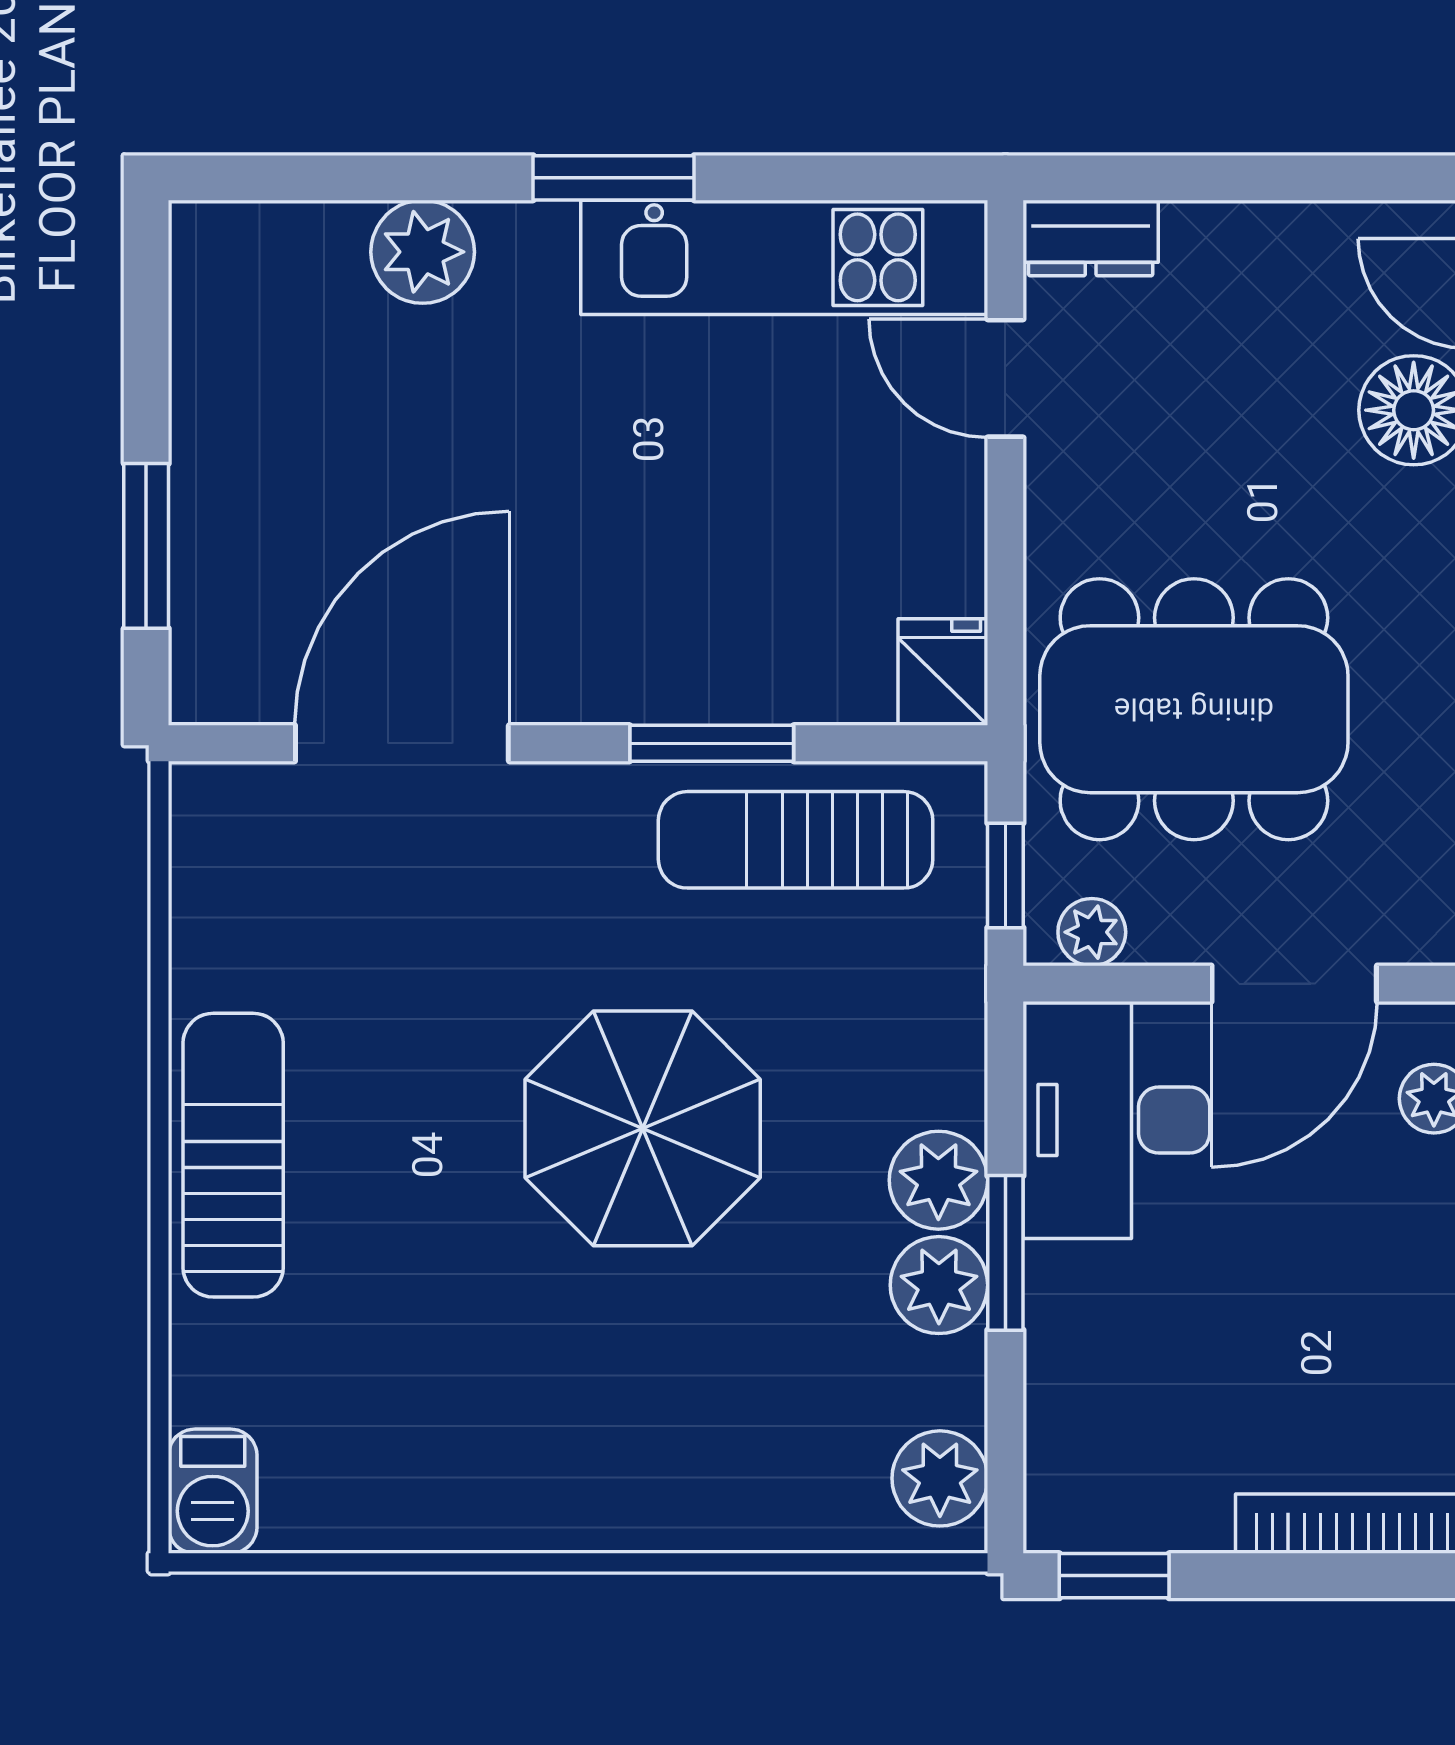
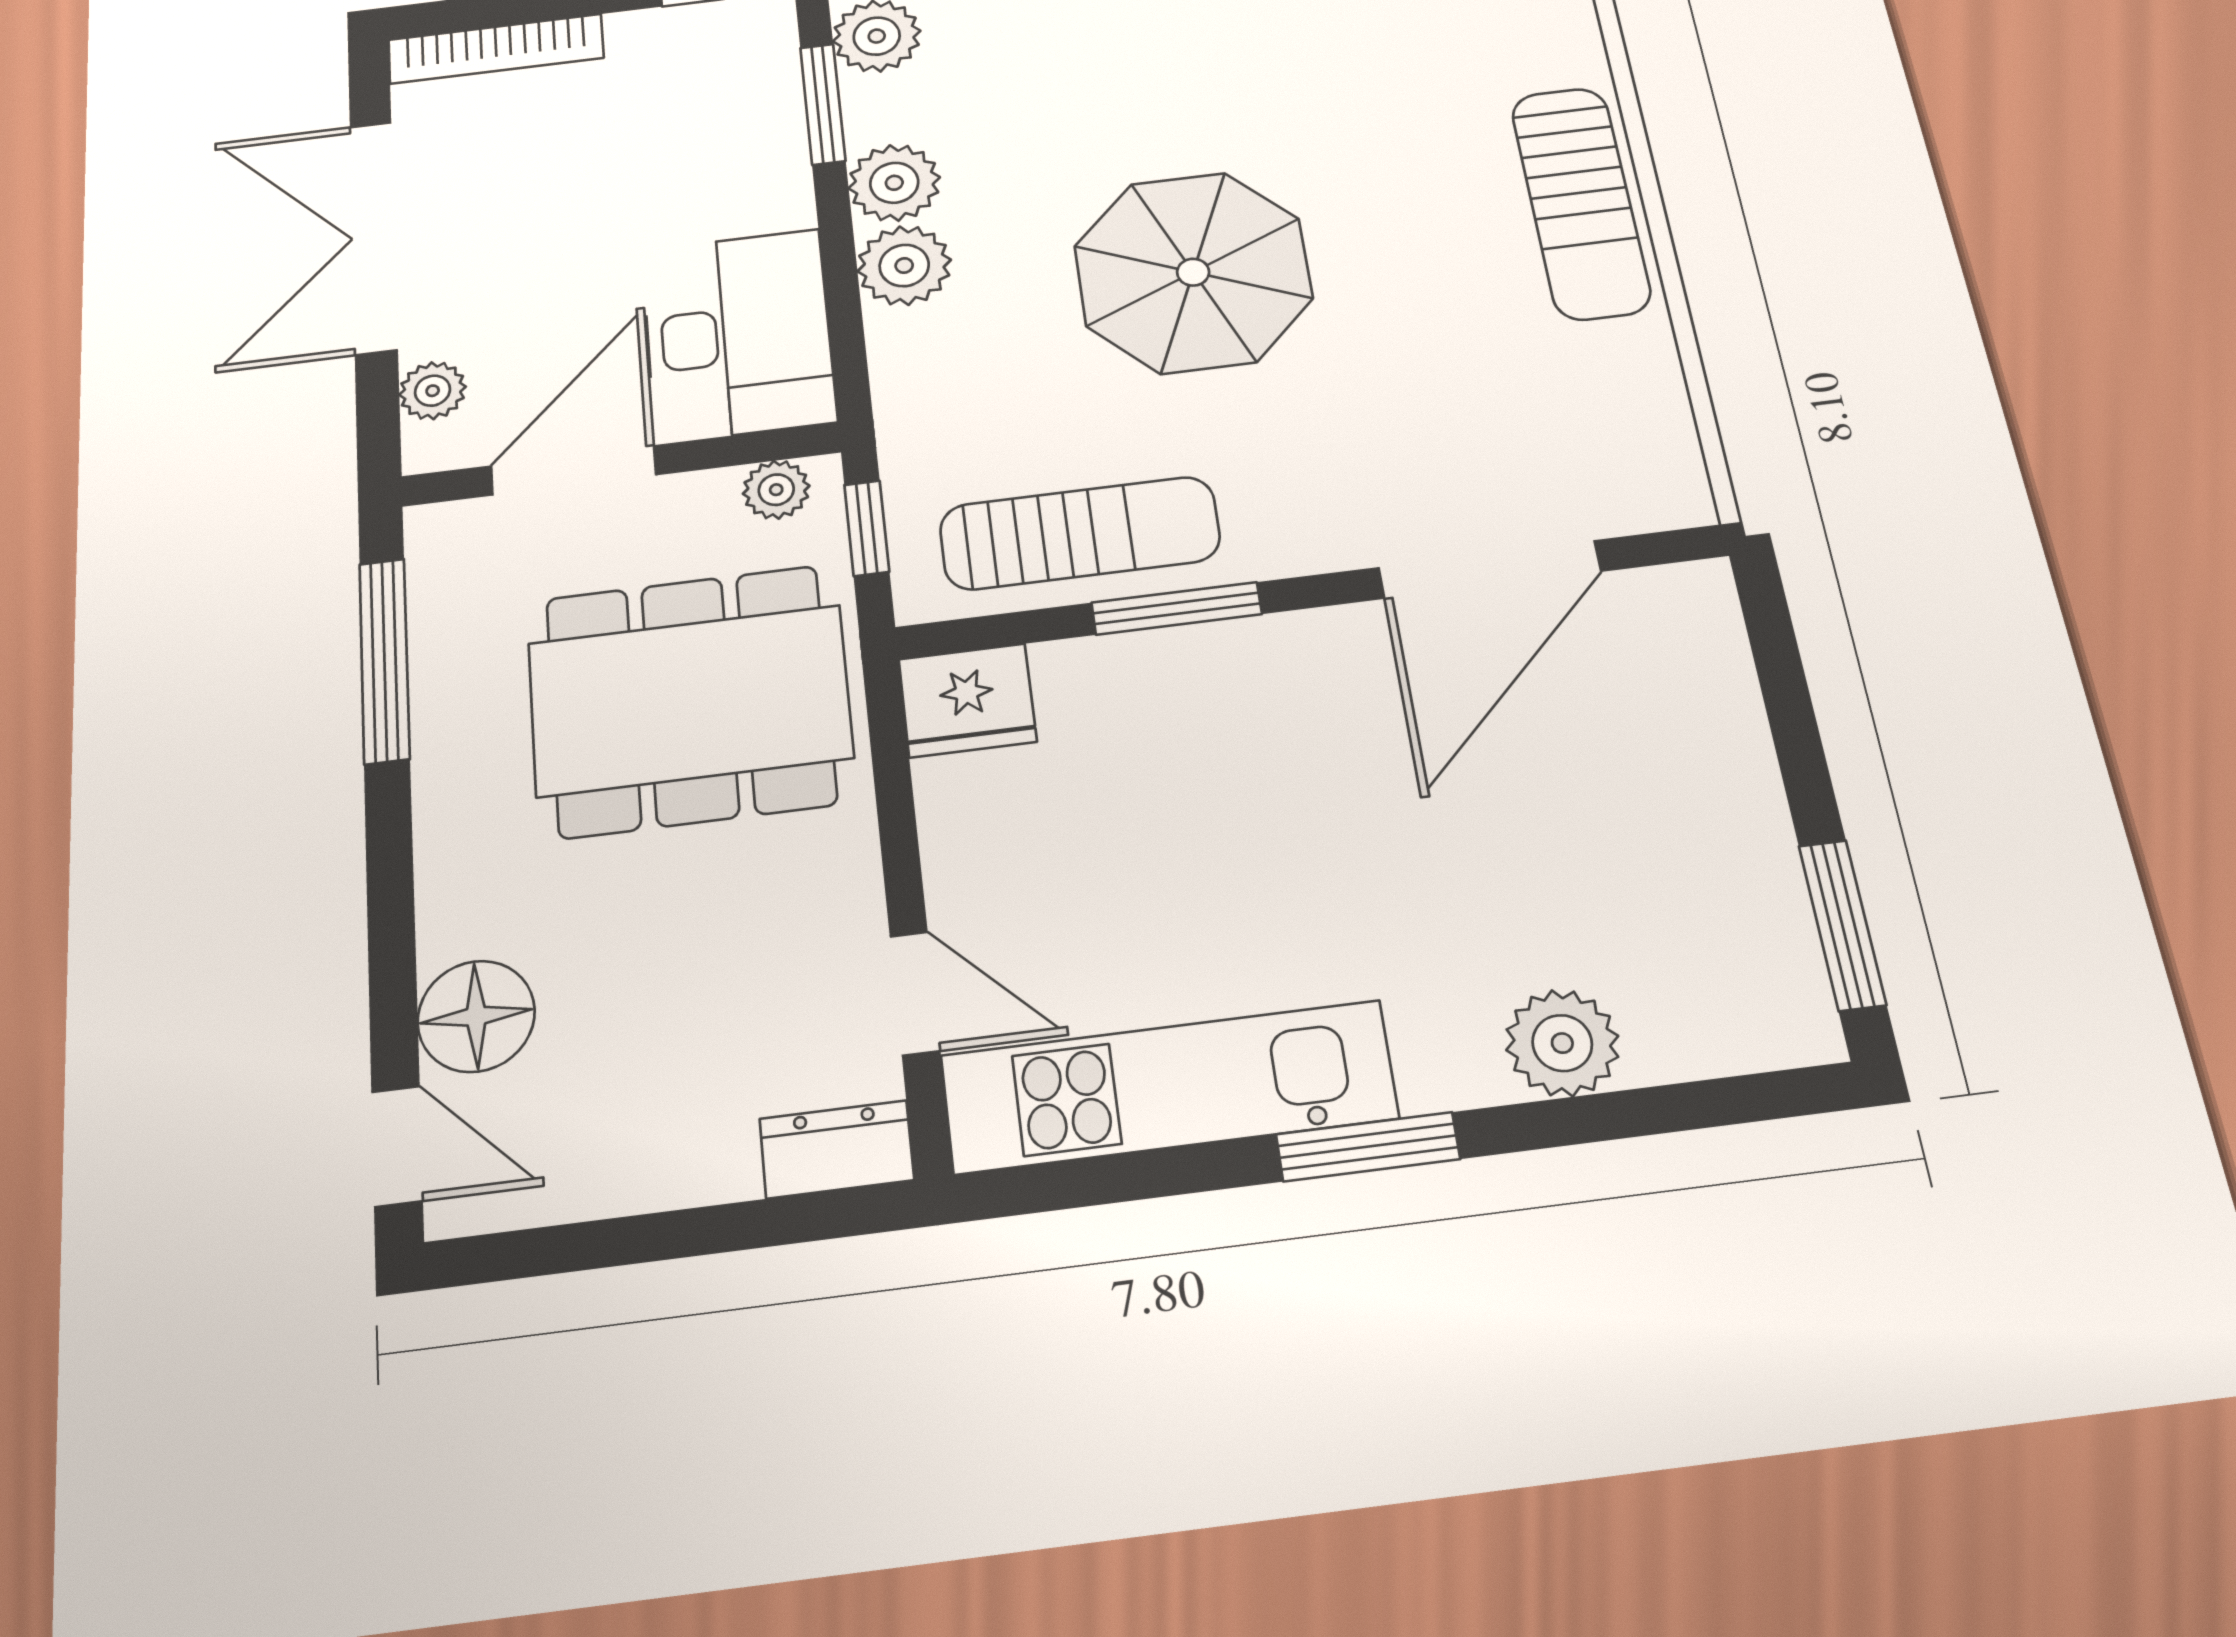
window: (146, 546) -> (1842, 925), moved
fridge: (943, 672) -> (967, 700), width x1.38
window: (1005, 1253) -> (823, 104), moved

